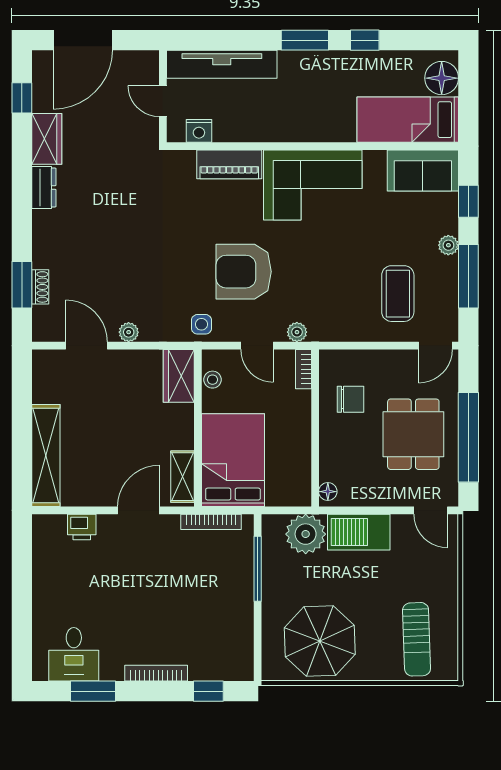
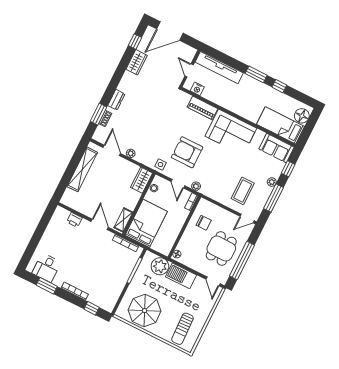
dresser: (44, 187) -> (116, 100), moved
shelving: (46, 455) -> (82, 169), moved
door: (138, 510) -> (100, 224), hinge flipped

